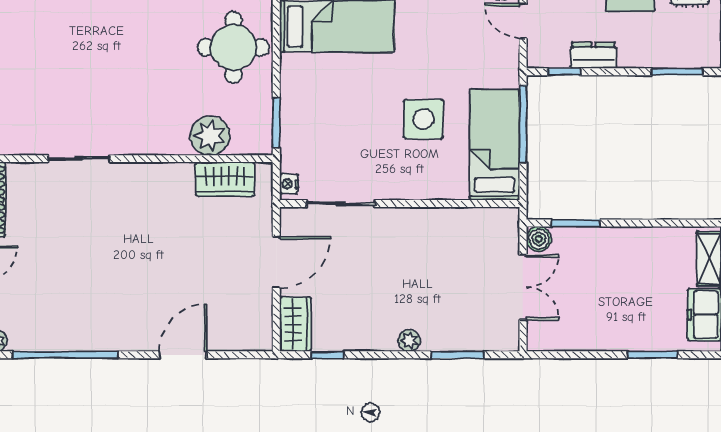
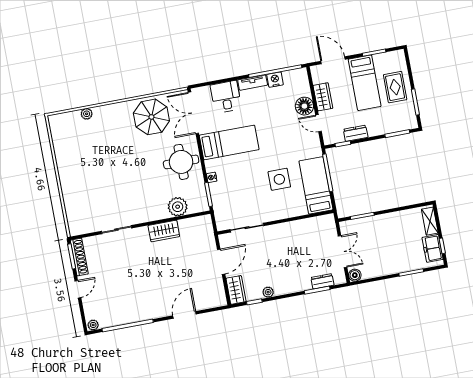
wardrobe: (225, 179) -> (164, 231), moved
nightstand: (289, 184) -> (212, 177), moved
boiler: (539, 239) -> (355, 275), moved
dresser: (472, 339) -> (322, 281), added
plant: (409, 341) -> (268, 292), moved

